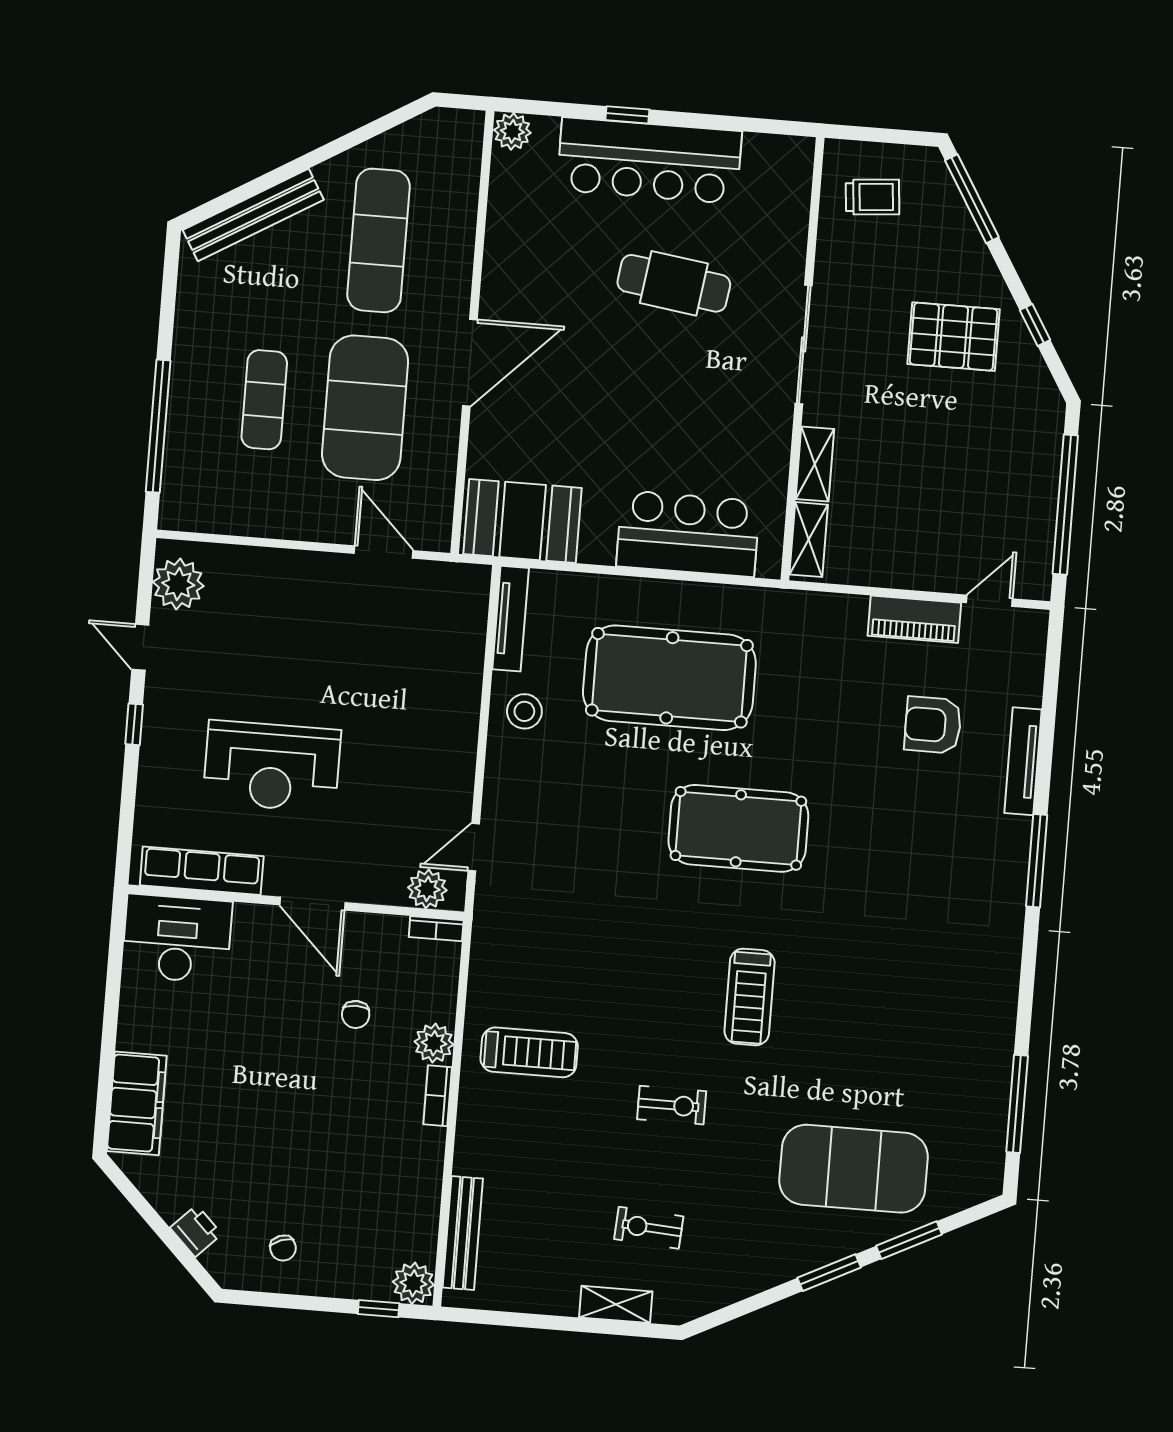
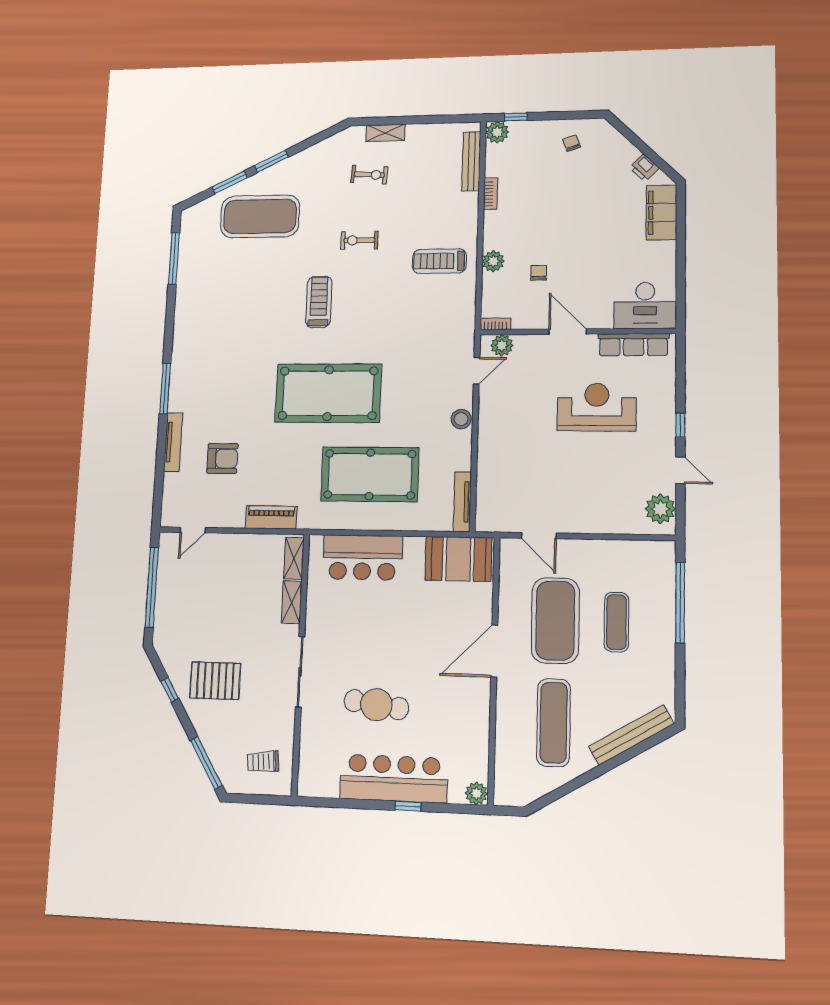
piano: (914, 619) -> (271, 517), moved
stool: (524, 711) -> (461, 419), moved
pool table: (738, 828) -> (328, 393), width x1.36, depth x1.32
bookcase: (438, 1096) -> (491, 194), moved
printer: (196, 1231) -> (644, 168), moved

